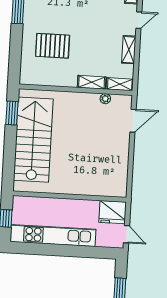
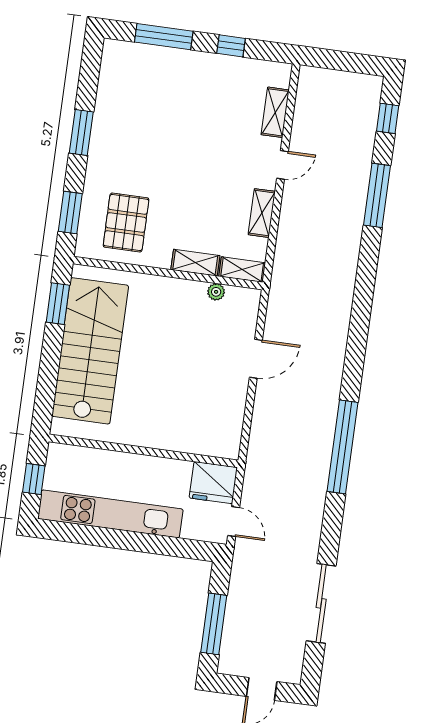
pallet: (53, 46) -> (126, 222), moved, turned 90
window: (15, 58) -> (70, 213), added
door: (133, 121) -> (256, 359), moved

